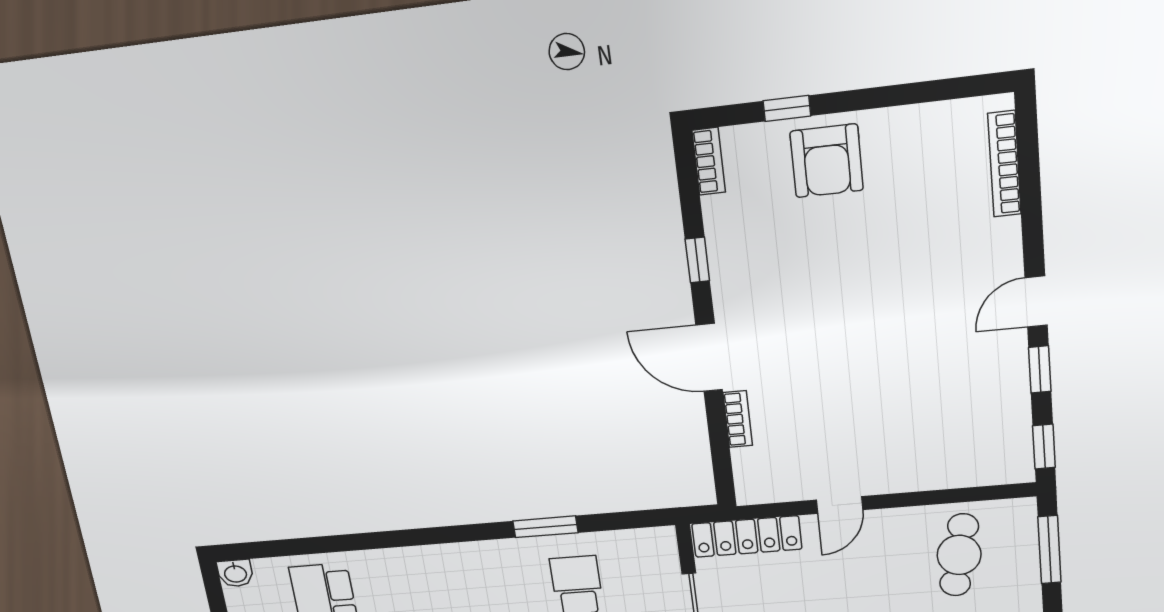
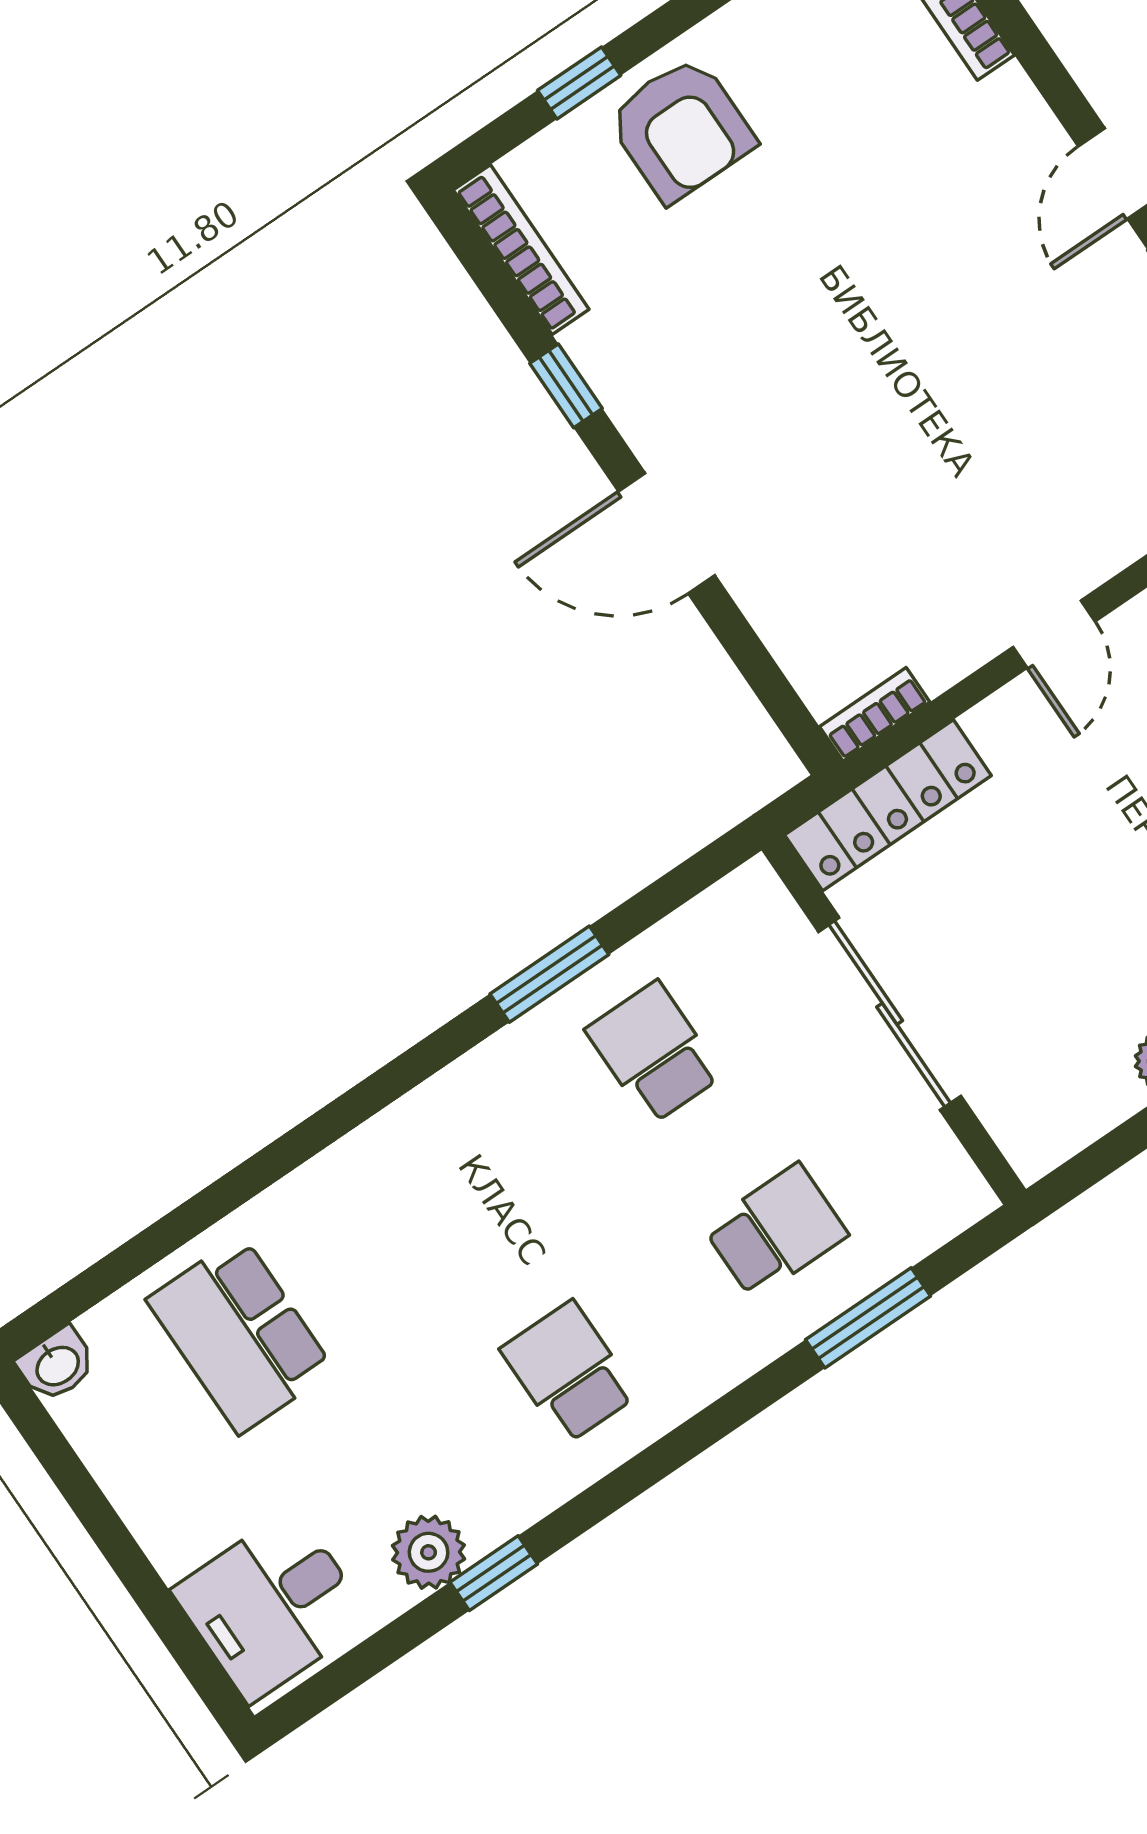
bookcase: (709, 161) -> (521, 250), width x1.56
bookcase: (738, 419) -> (875, 714), moved, turned -90
door: (840, 505) -> (1054, 634), moved

